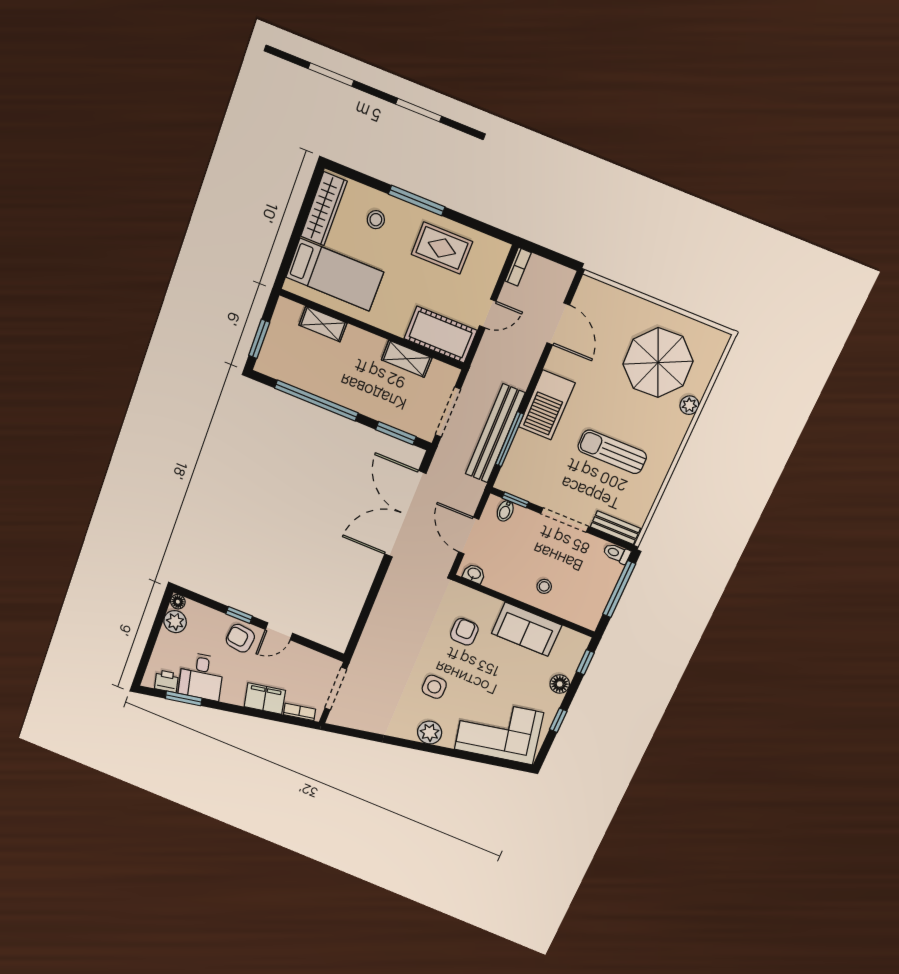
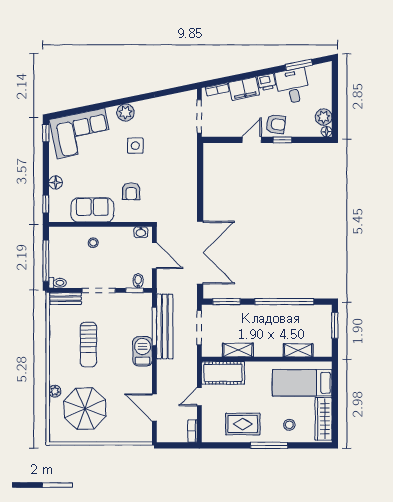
barbecue: (547, 405) -> (143, 351), width x0.73, depth x0.83
sun lounger: (612, 452) -> (88, 345), turned 90
printer: (167, 681) -> (267, 82), moved
window: (558, 720) -> (46, 133), moved

